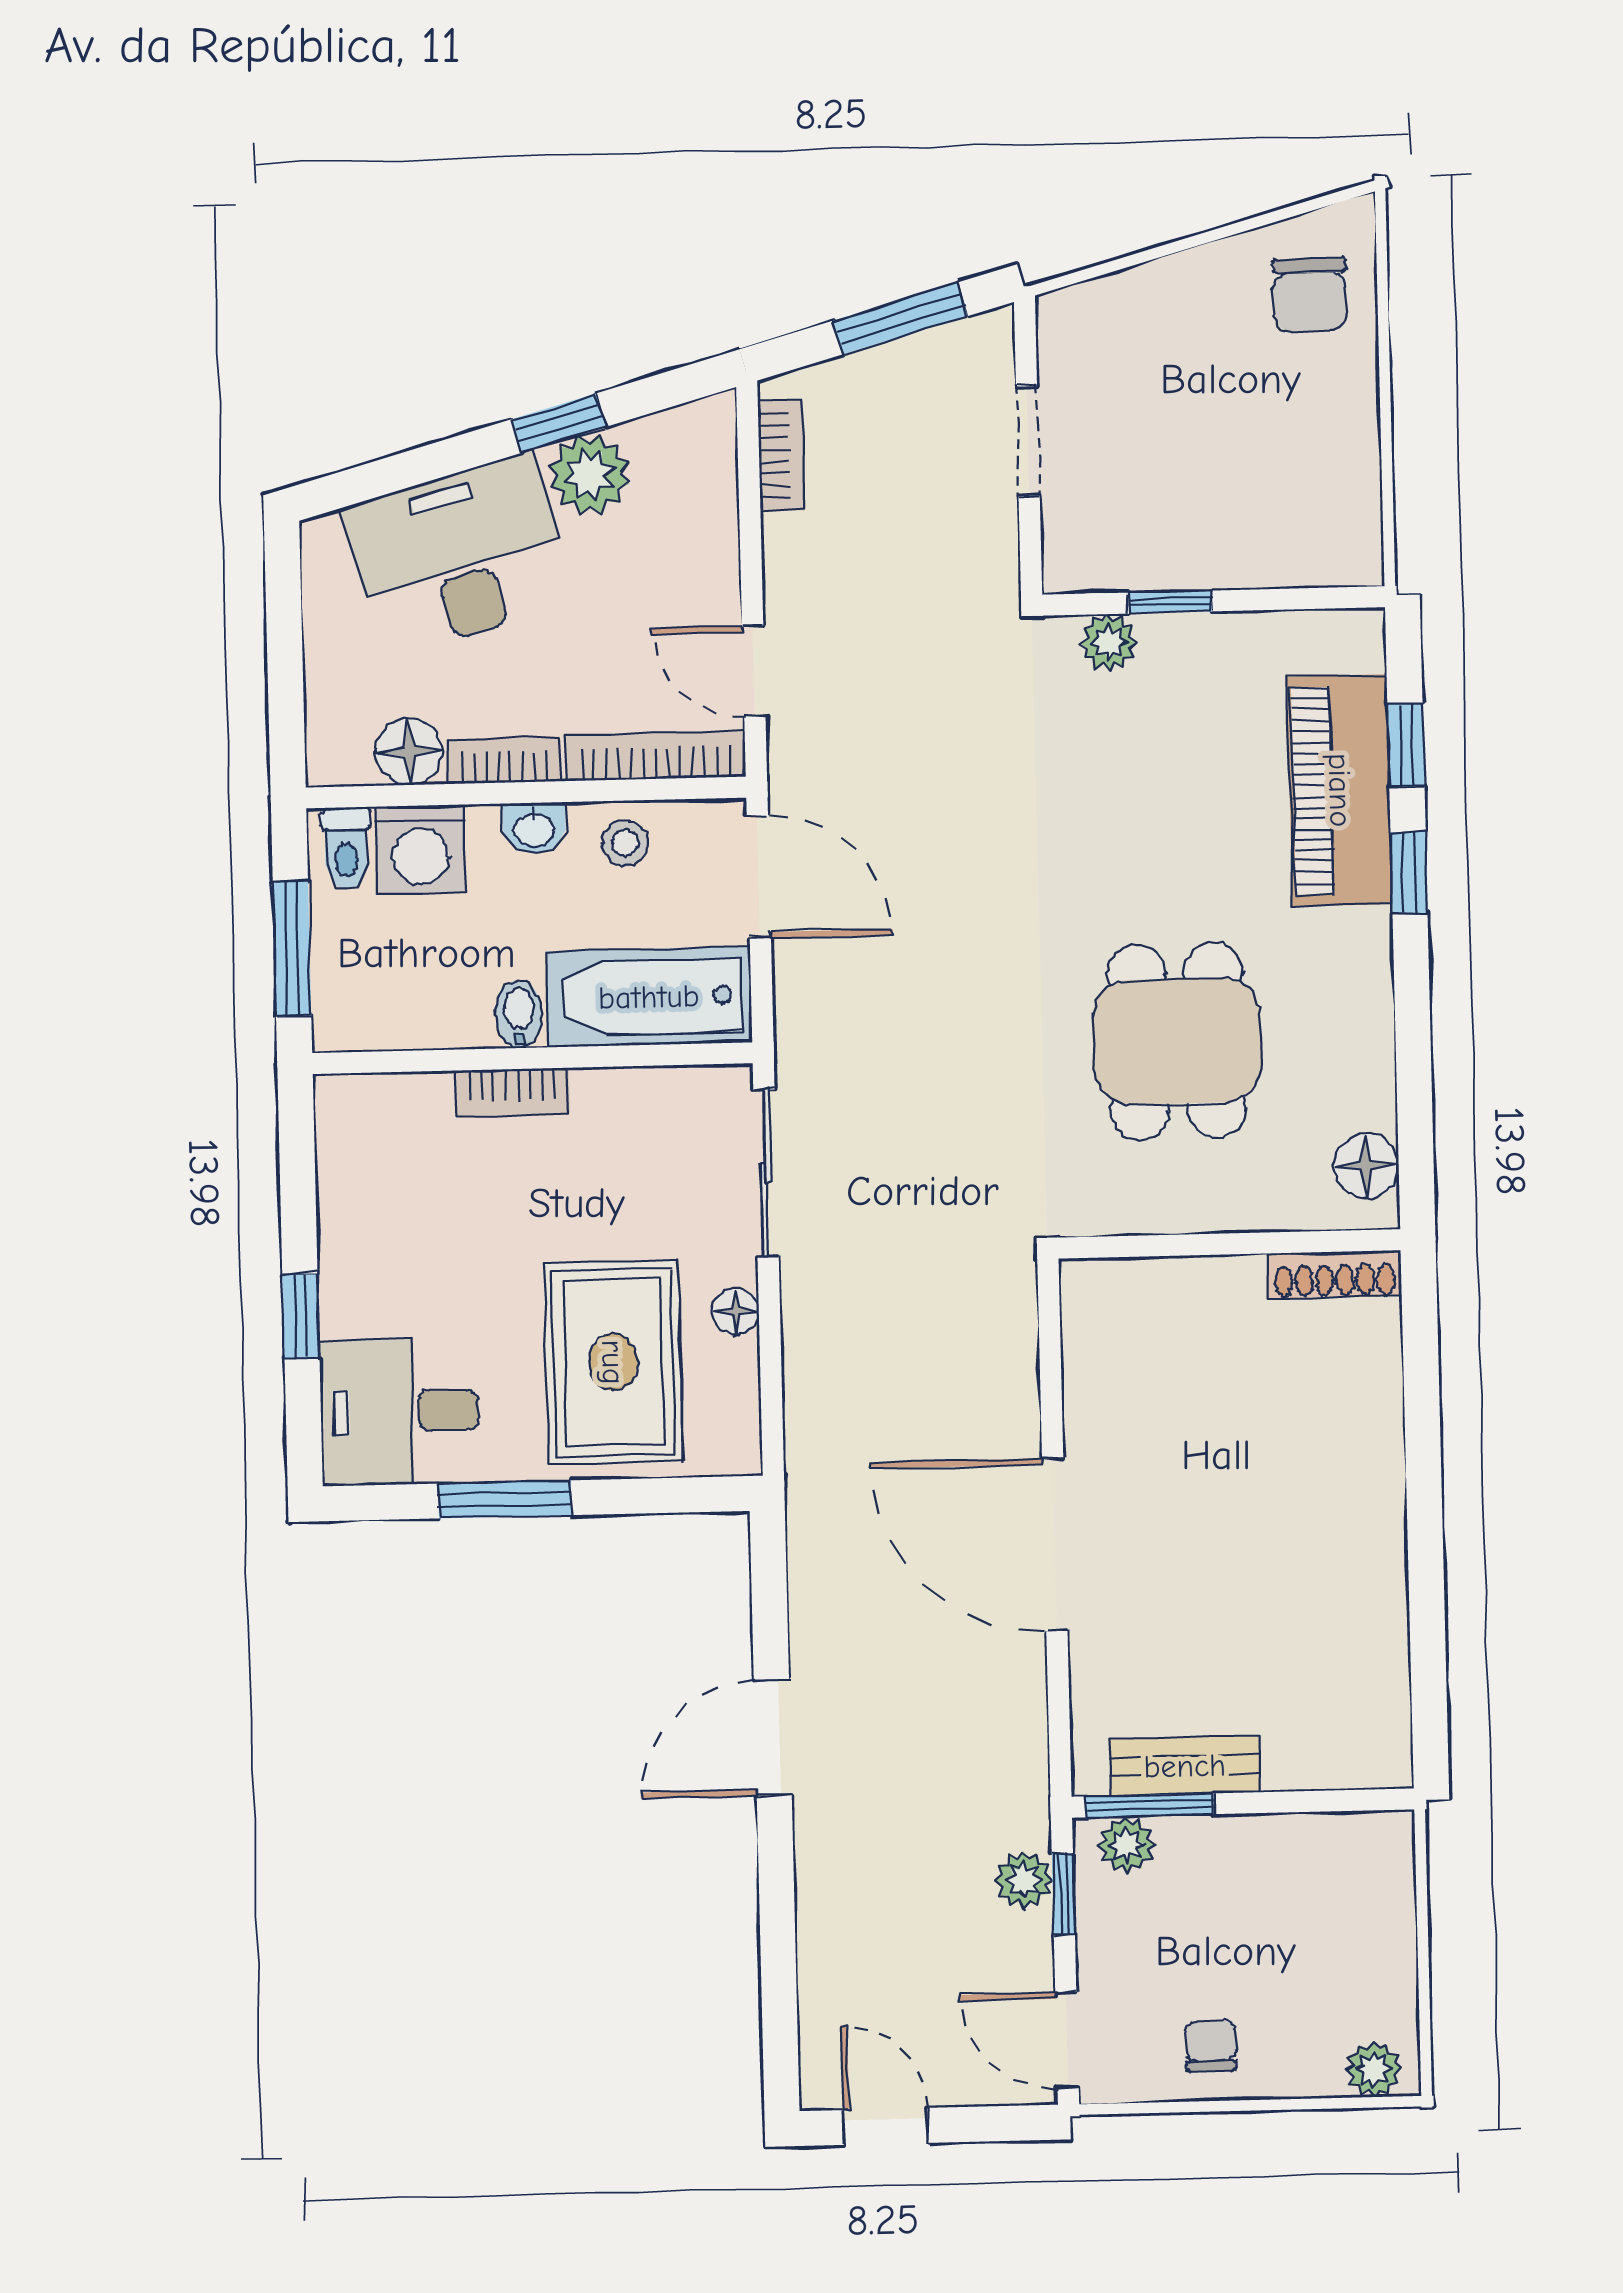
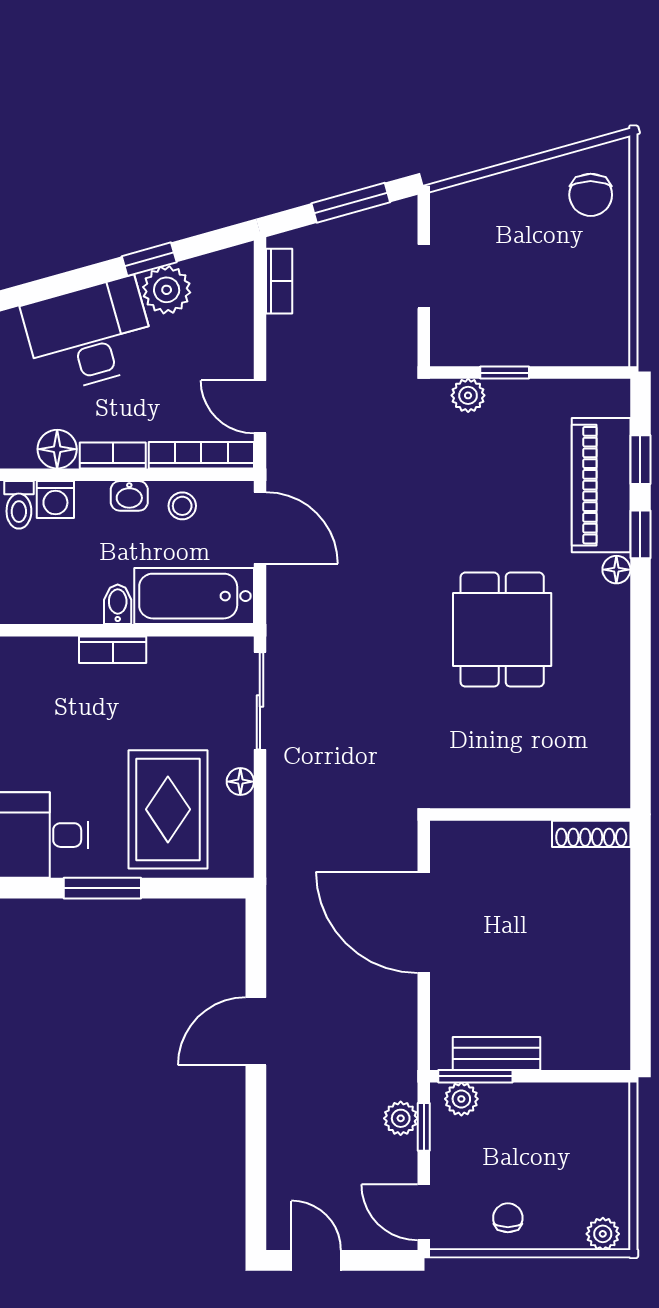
washing machine: (420, 849) -> (55, 500), width x0.73, depth x0.73
floor lamp: (1366, 1166) -> (616, 570), moved, width x0.73, depth x0.73
wall: (1229, 1244) -> (530, 814), moved
shoe rack: (1335, 1275) -> (591, 834), moved

